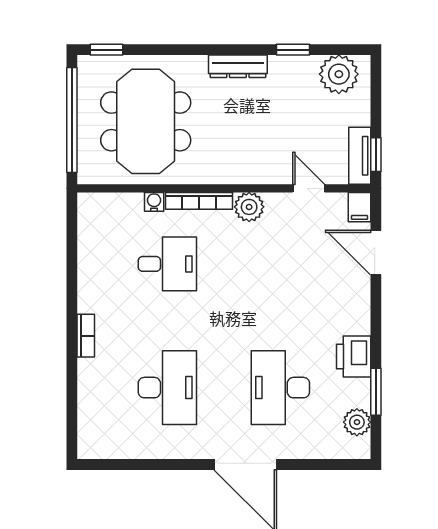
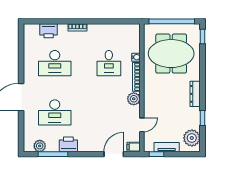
tv unit: (360, 156) -> (167, 147), moved
desk: (280, 388) -> (55, 112), turned 180
window: (376, 392) -> (53, 154), width x1.44
printer: (93, 402) -> (49, 31), added

